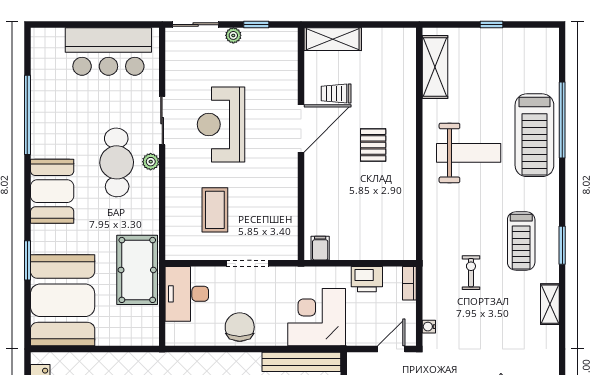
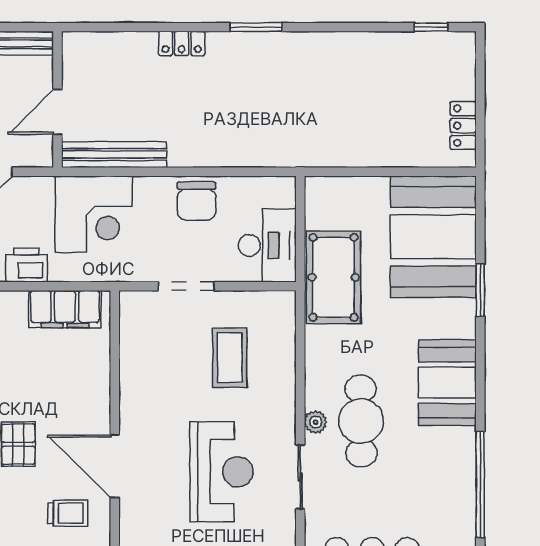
door: (301, 129) -> (115, 466), hinge flipped
filing cabinet: (320, 248) -> (65, 309), width x3.00, depth x1.17

